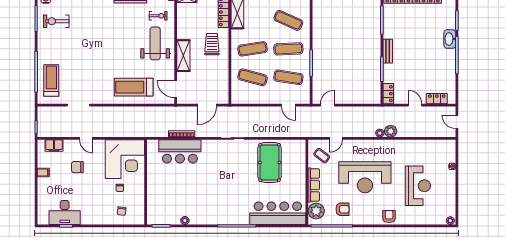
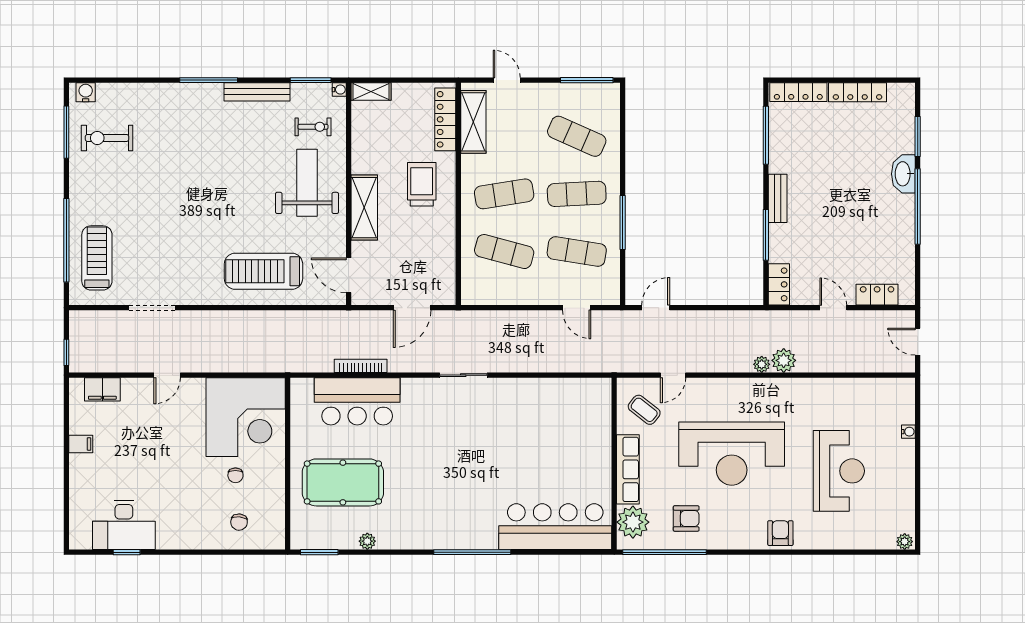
door: (86, 138) -> (167, 375), hinge flipped
pool table: (270, 162) -> (343, 482), moved, turned 90
chair: (77, 167) -> (150, 433), removed

